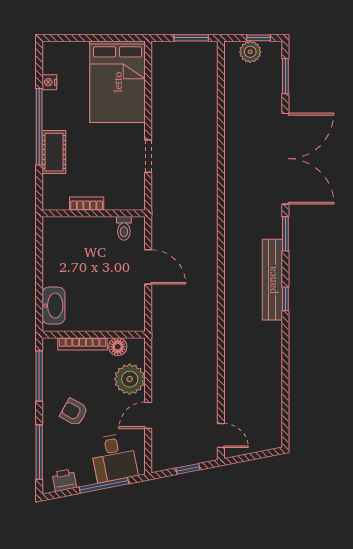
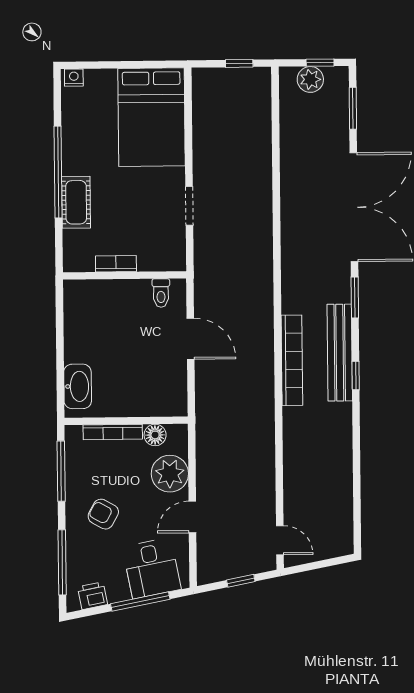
window: (191, 38) -> (239, 63), width x0.67
nightstand: (49, 82) -> (74, 78), moved, turned 90
bookcase: (232, 286) -> (292, 360), added

